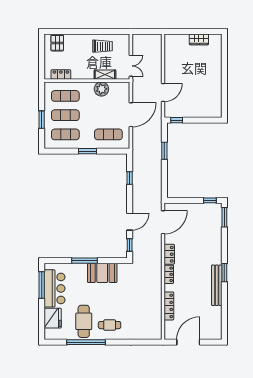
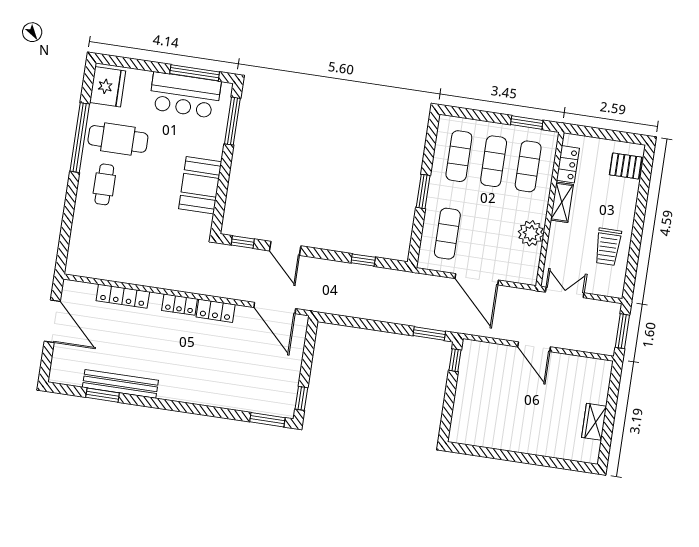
window: (147, 31) -> (622, 331), added
double door: (131, 66) -> (565, 292), swing flipped
shelving: (105, 75) -> (562, 202), moved
door: (163, 92) -> (534, 347), moved
window: (42, 120) -> (527, 122), moved
window: (164, 151) -> (429, 334), moved
window: (85, 261) -> (232, 121), moved
window: (224, 273) -> (103, 395), moved
bench: (217, 285) -> (120, 384), moved
fridge: (53, 318) -> (108, 87), moved, turned -90

